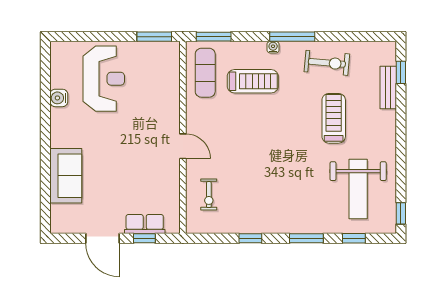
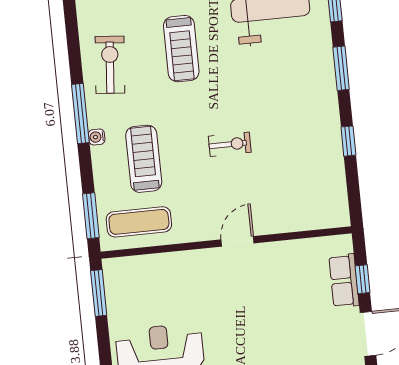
treadmill: (334, 118) -> (181, 49), turned -90
exercise bike: (209, 195) -> (230, 144), moved

